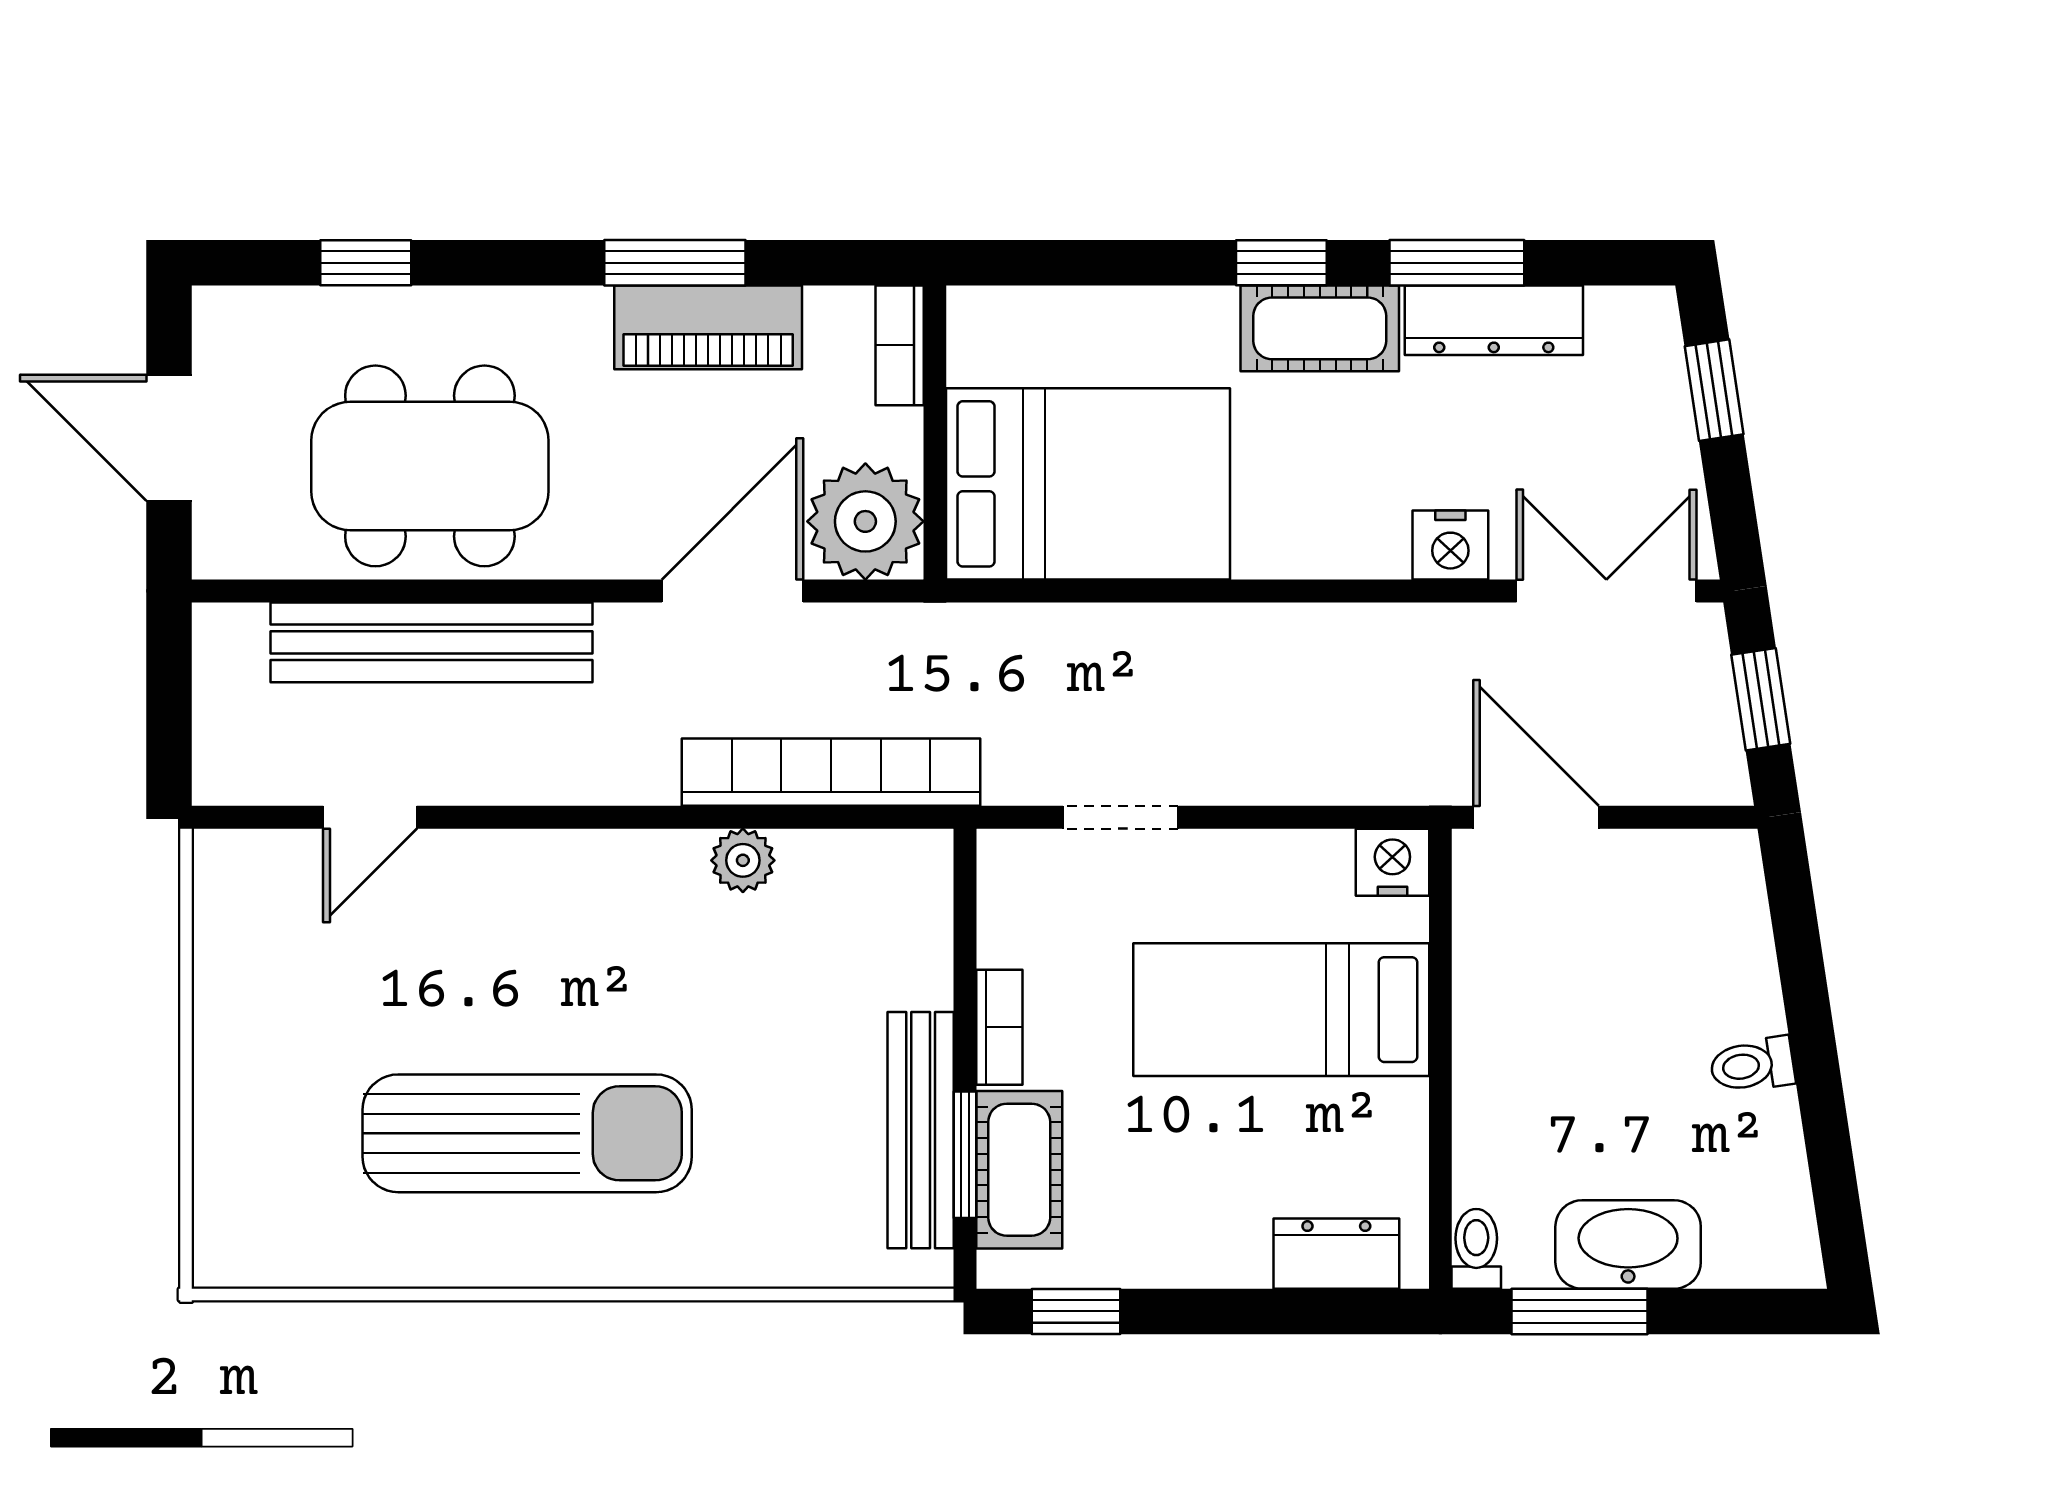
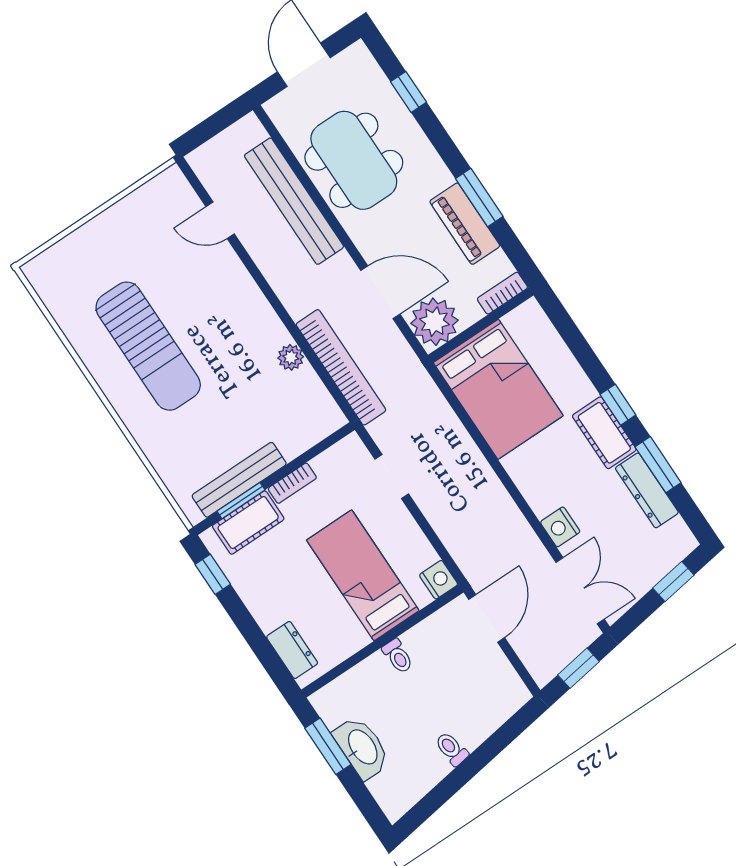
toilet: (1476, 1249) -> (398, 656), moved, turned 90

